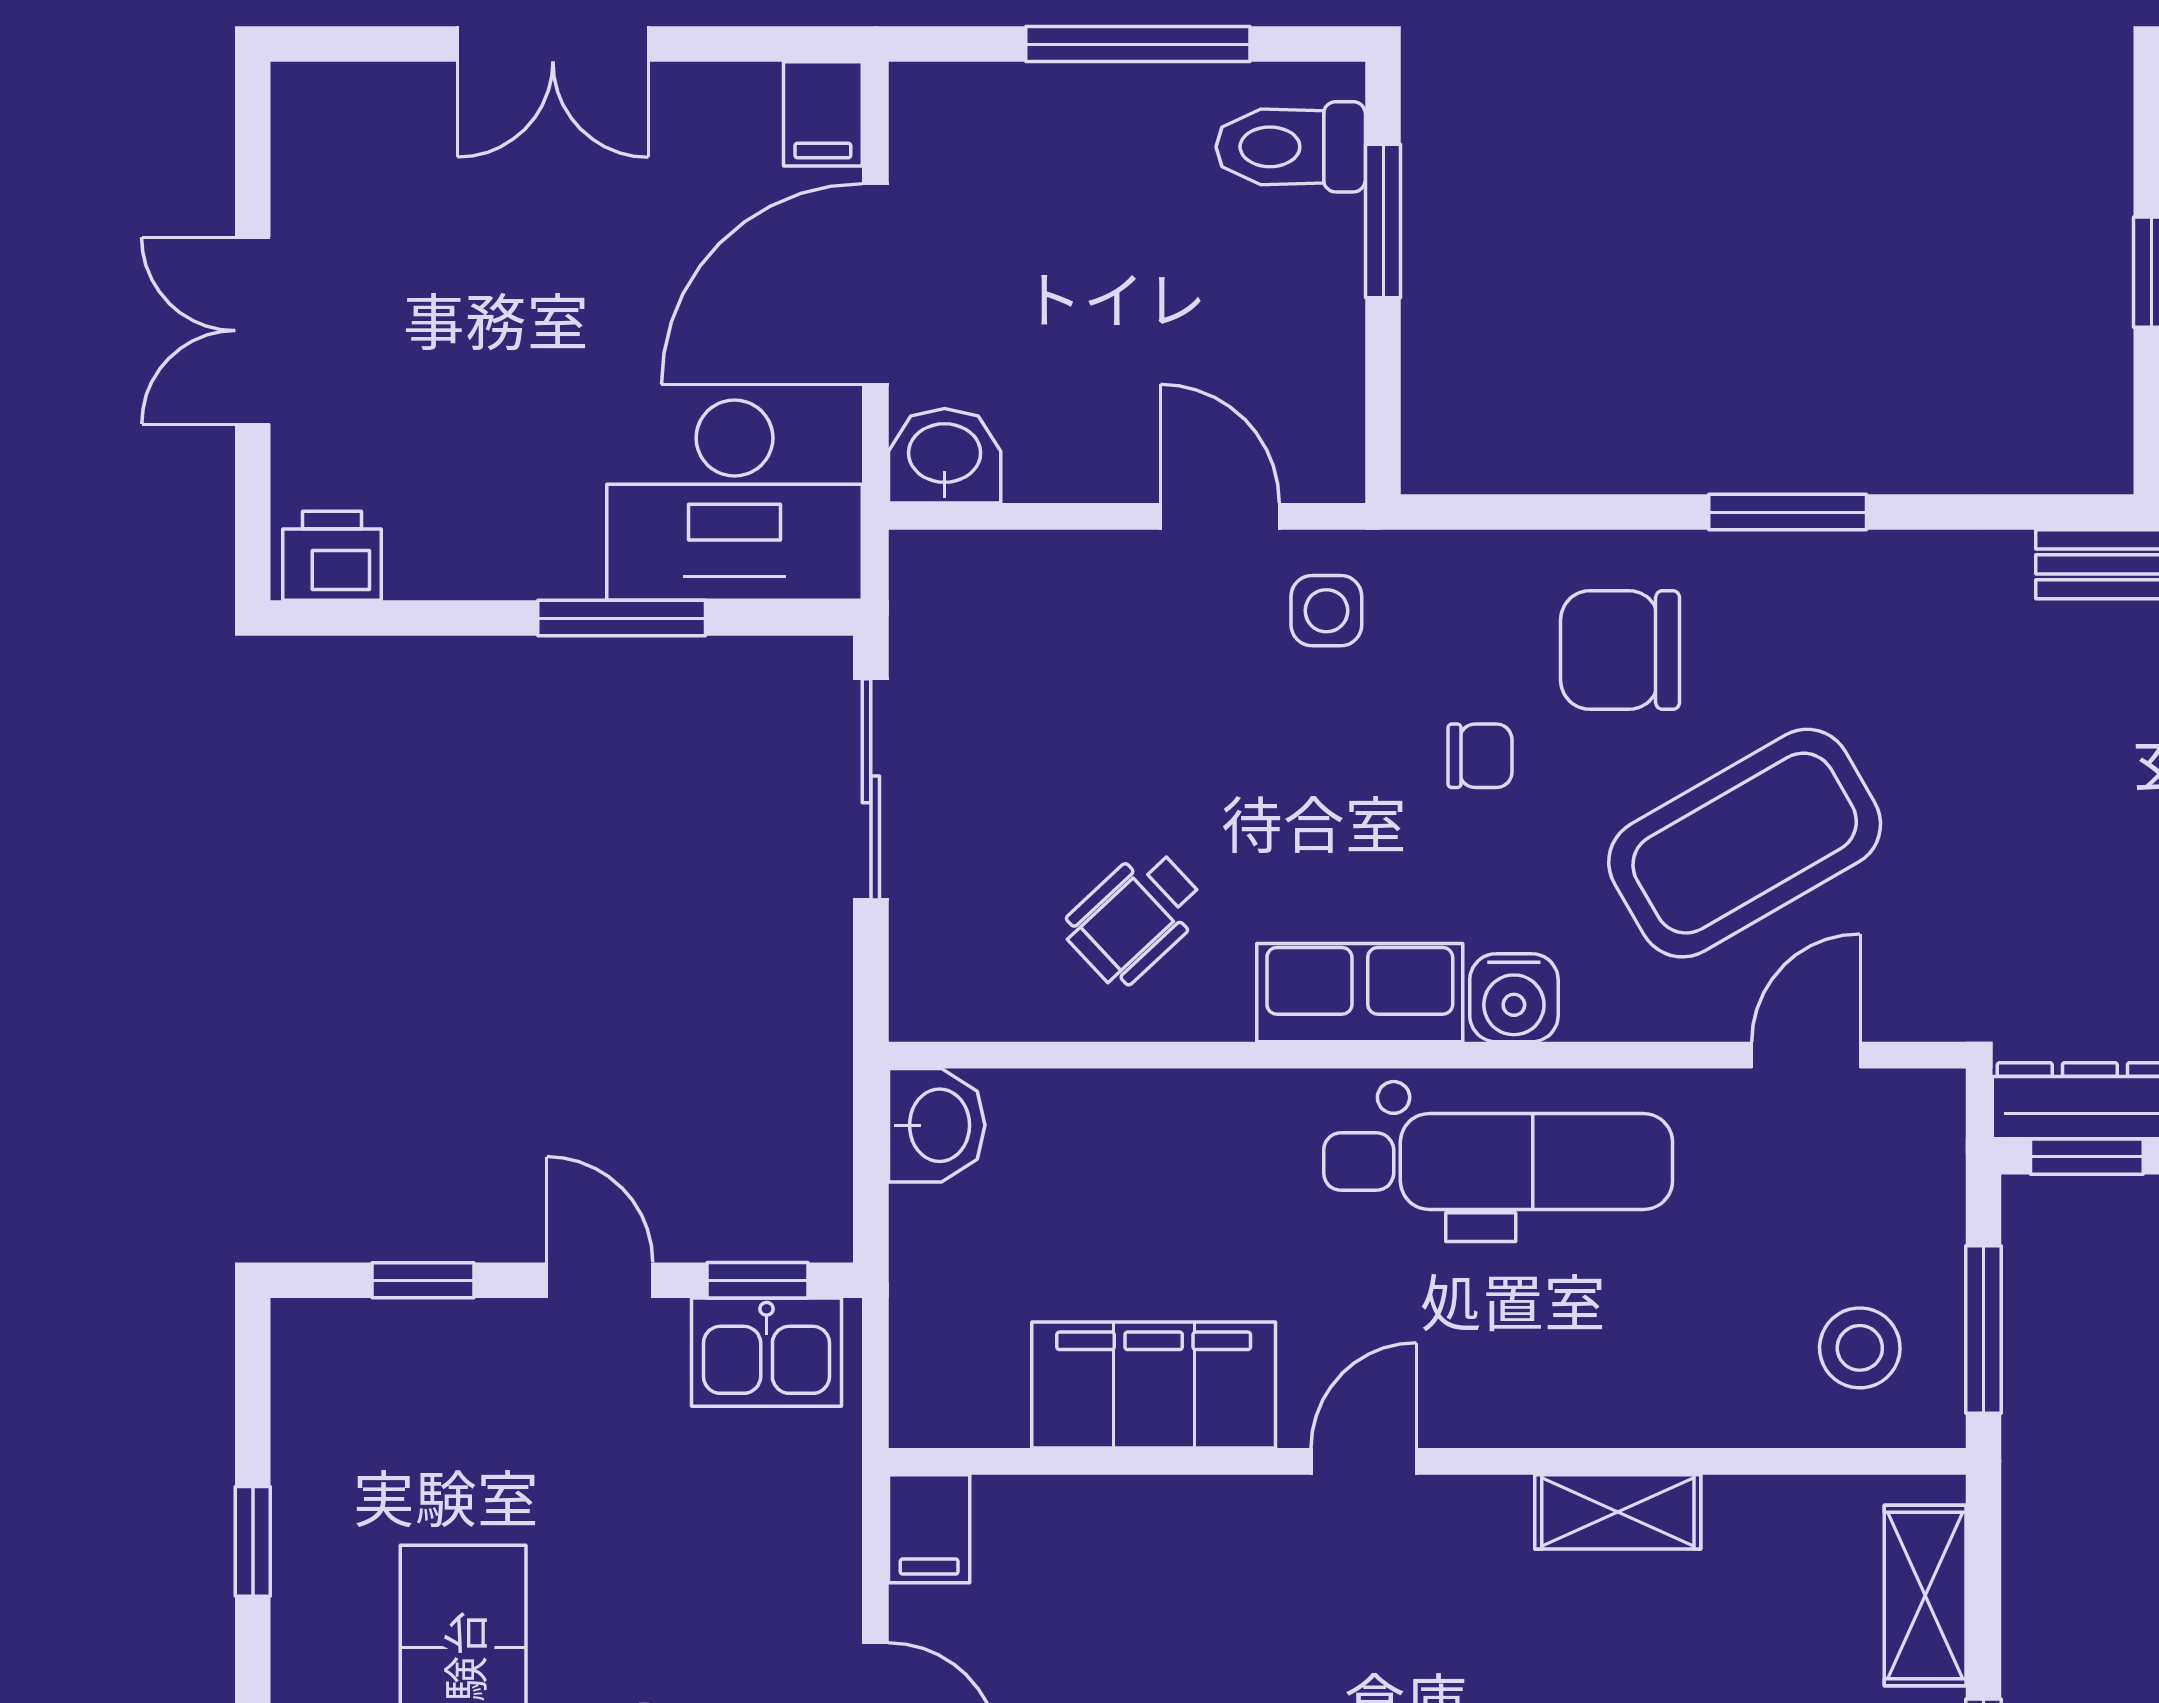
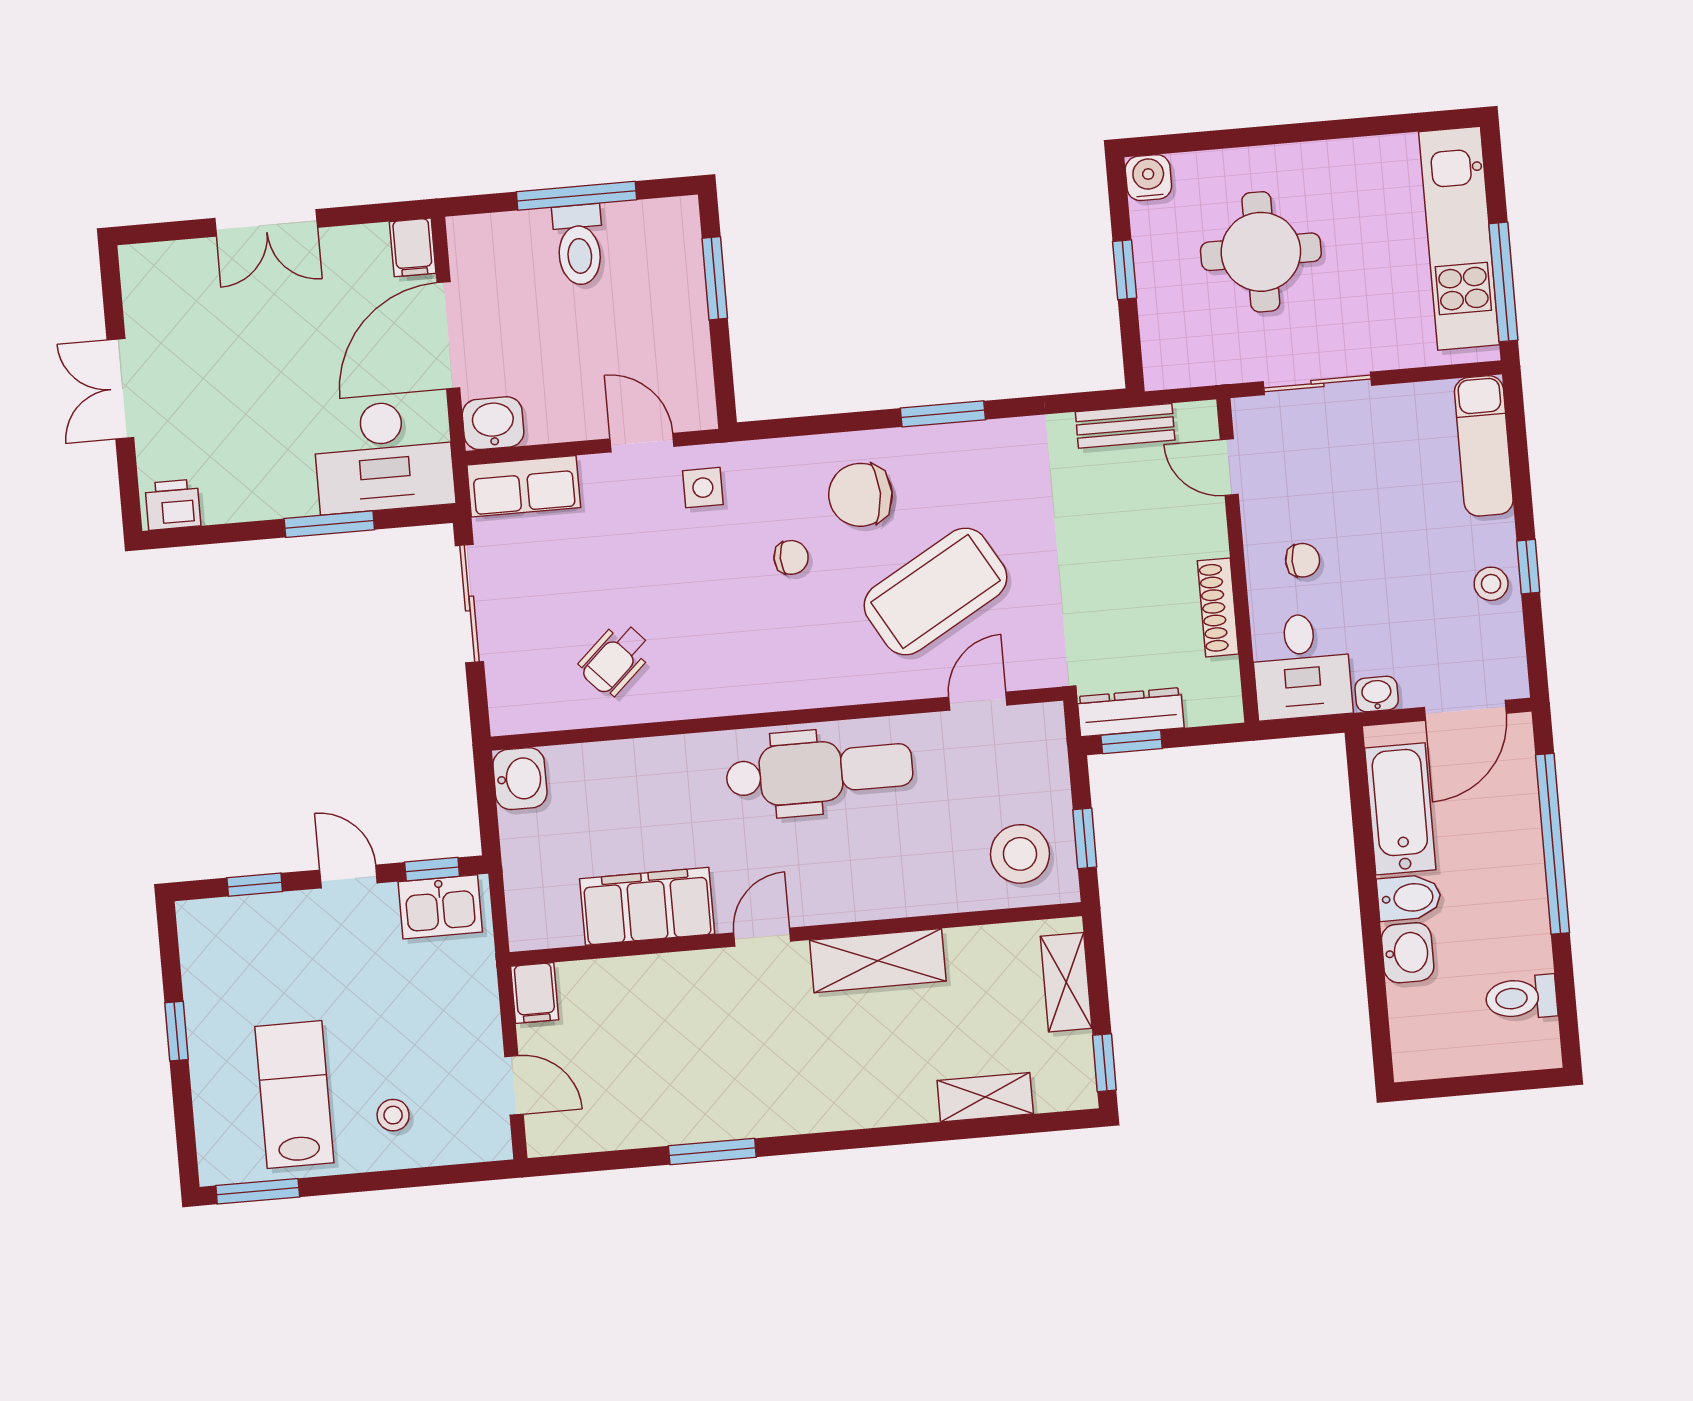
toilet: (1291, 147) -> (579, 245), moved, turned -90
row of seats: (1360, 993) -> (524, 486), moved, turned 180
water cooler: (1514, 998) -> (820, 684), removed
window: (1983, 1329) -> (1085, 838), width x0.67
stool: (1860, 1348) -> (1020, 854), width x1.38, depth x1.38
shelving: (1618, 1512) -> (878, 961), width x1.50, depth x1.33

